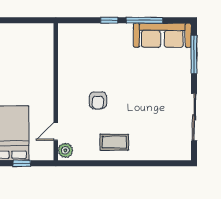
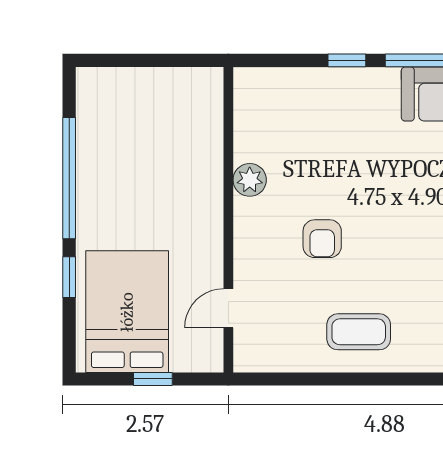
plant: (65, 150) -> (250, 180), moved

